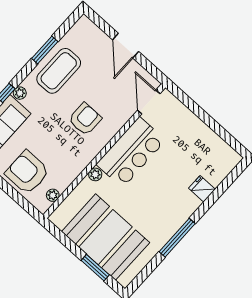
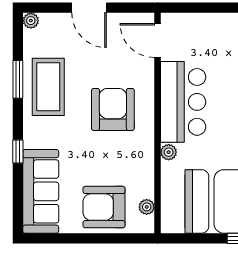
plant: (20, 93) -> (31, 21), moved
armchair: (85, 119) -> (113, 109), width x1.36, depth x1.36

